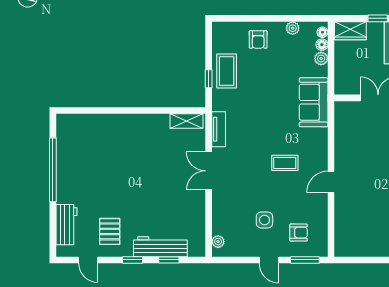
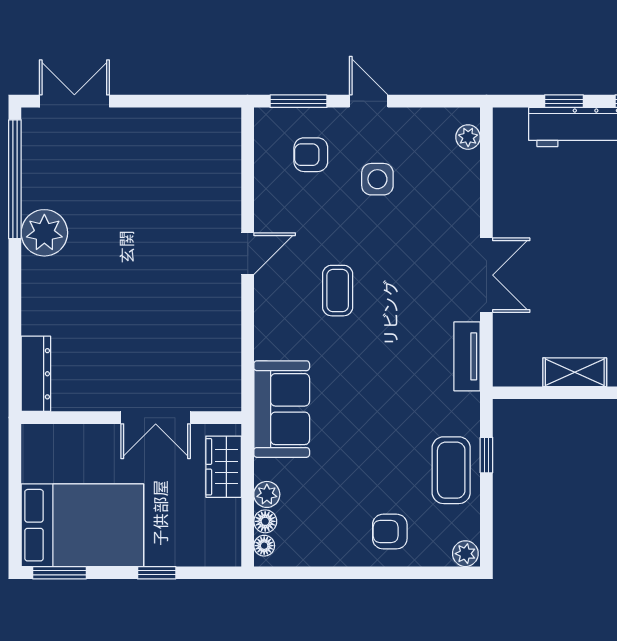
plant: (293, 28) -> (465, 554), moved
wardrobe: (350, 31) -> (224, 467), moved, turned -90
armchair: (258, 40) -> (390, 532), turned -90
shelving: (187, 121) -> (575, 372), moved
coffee table: (285, 163) -> (338, 291), turned 90

